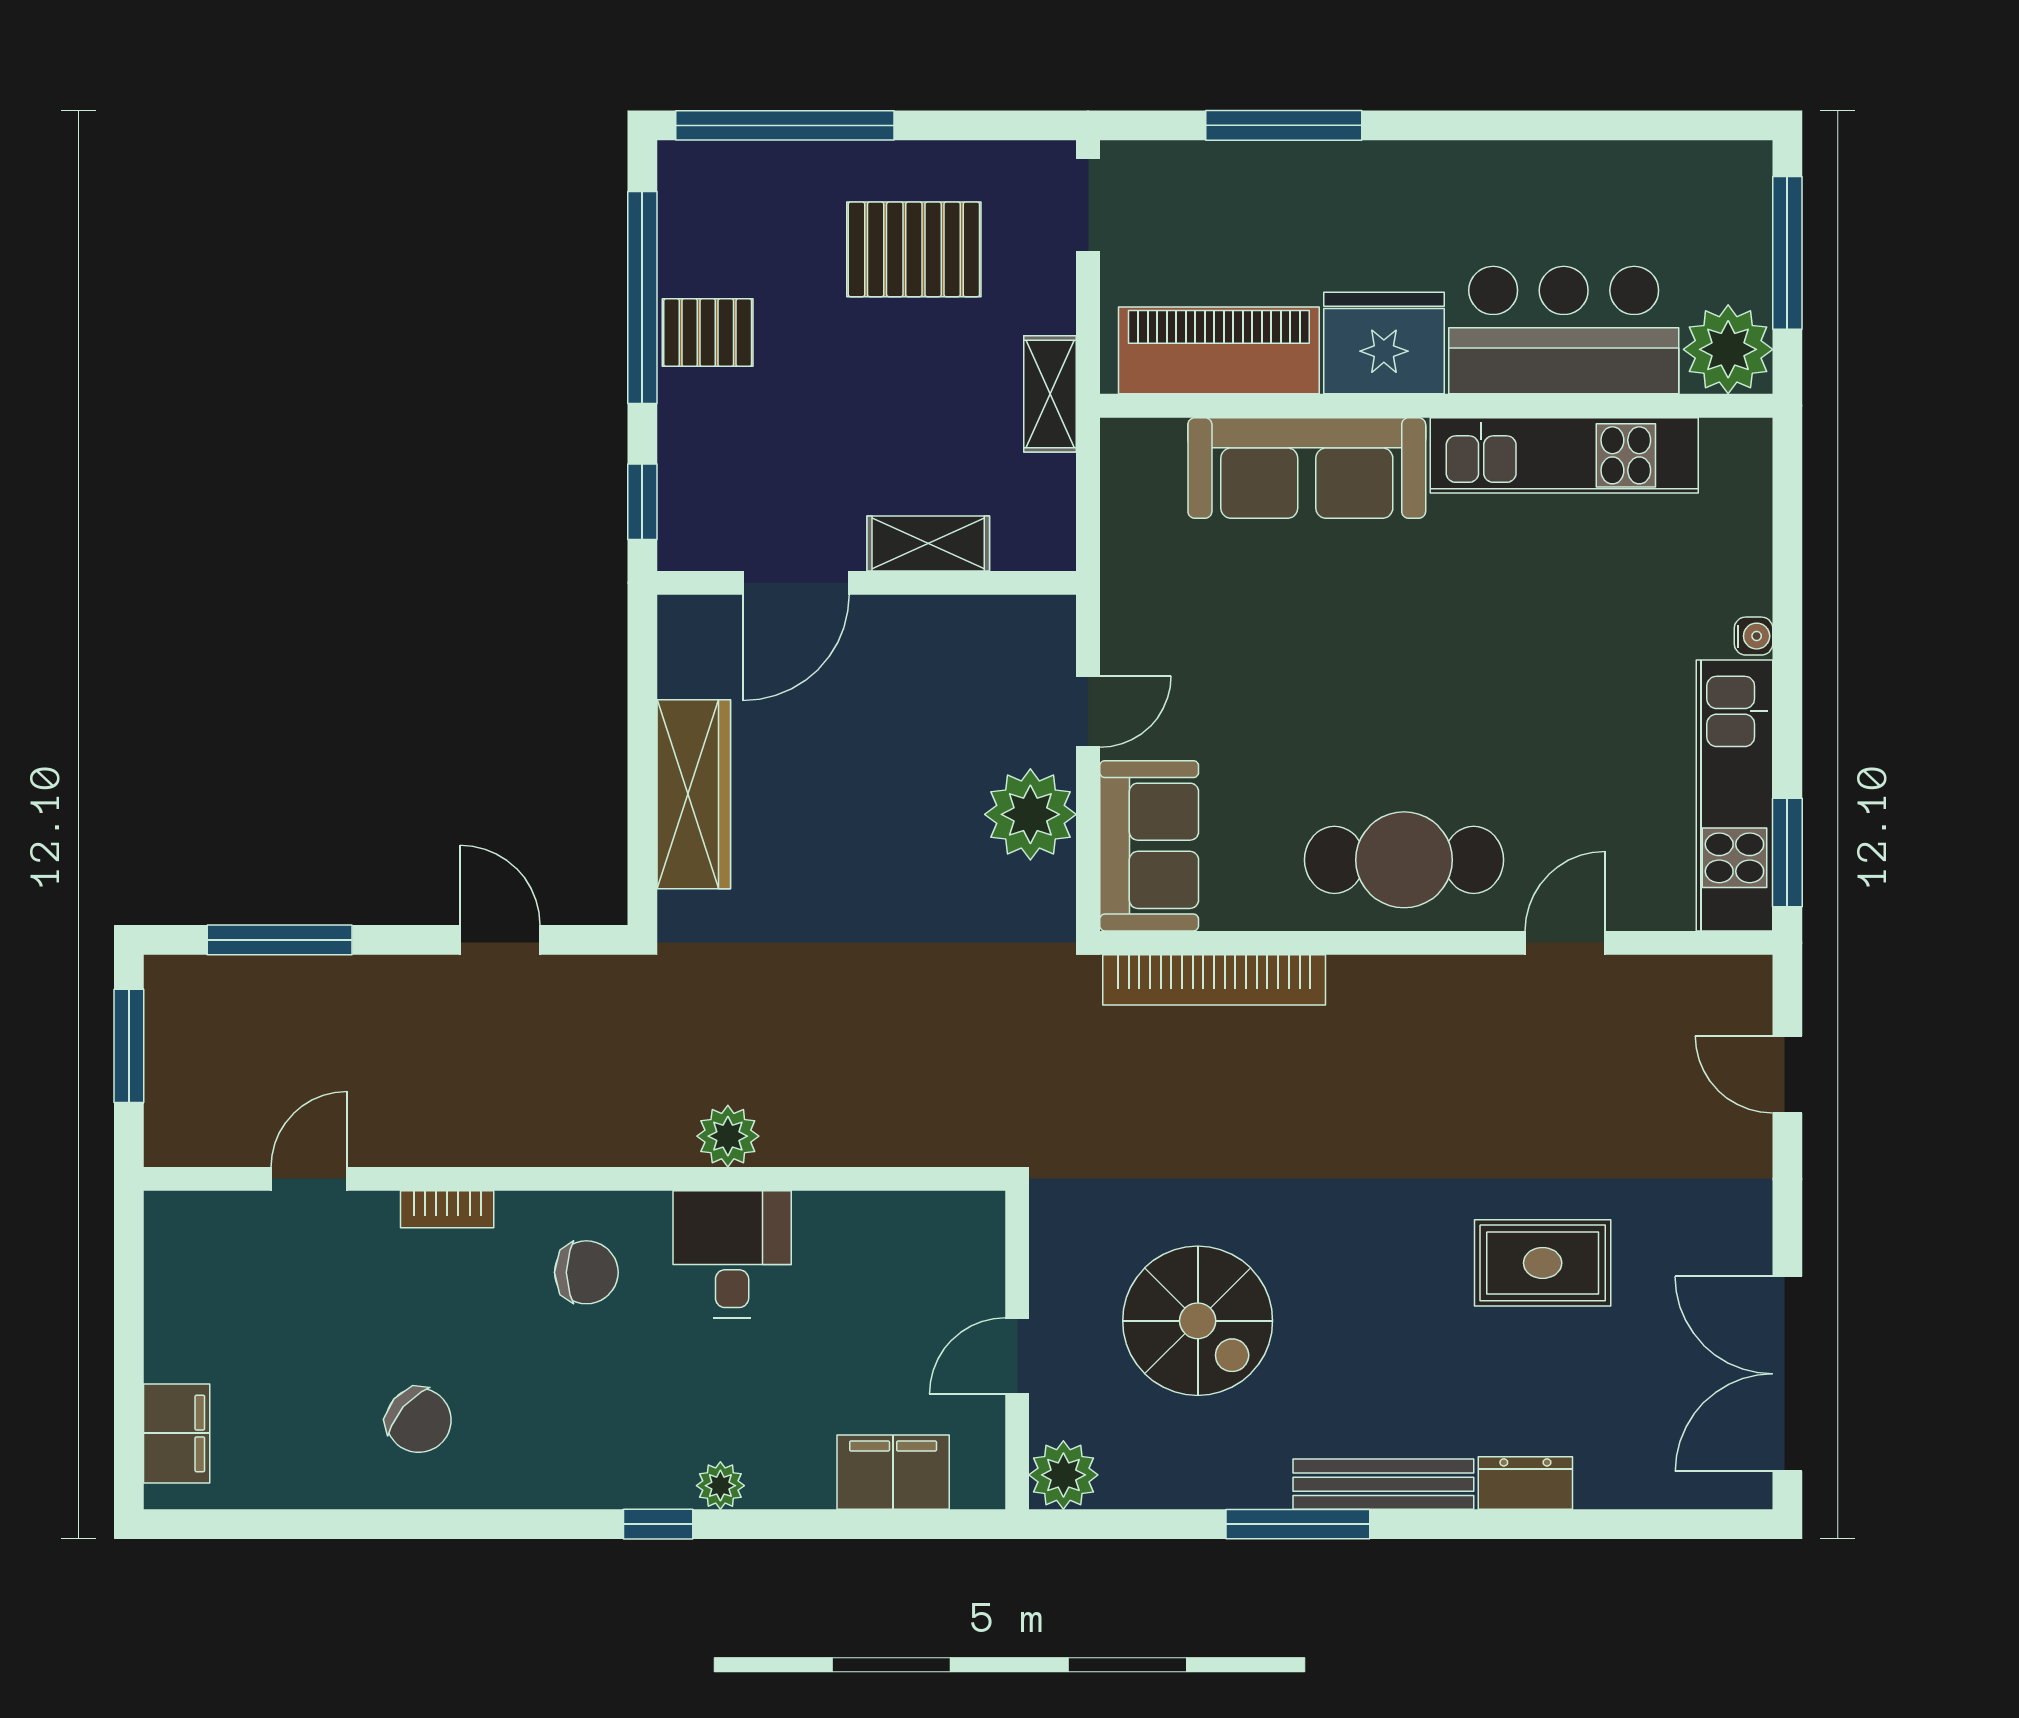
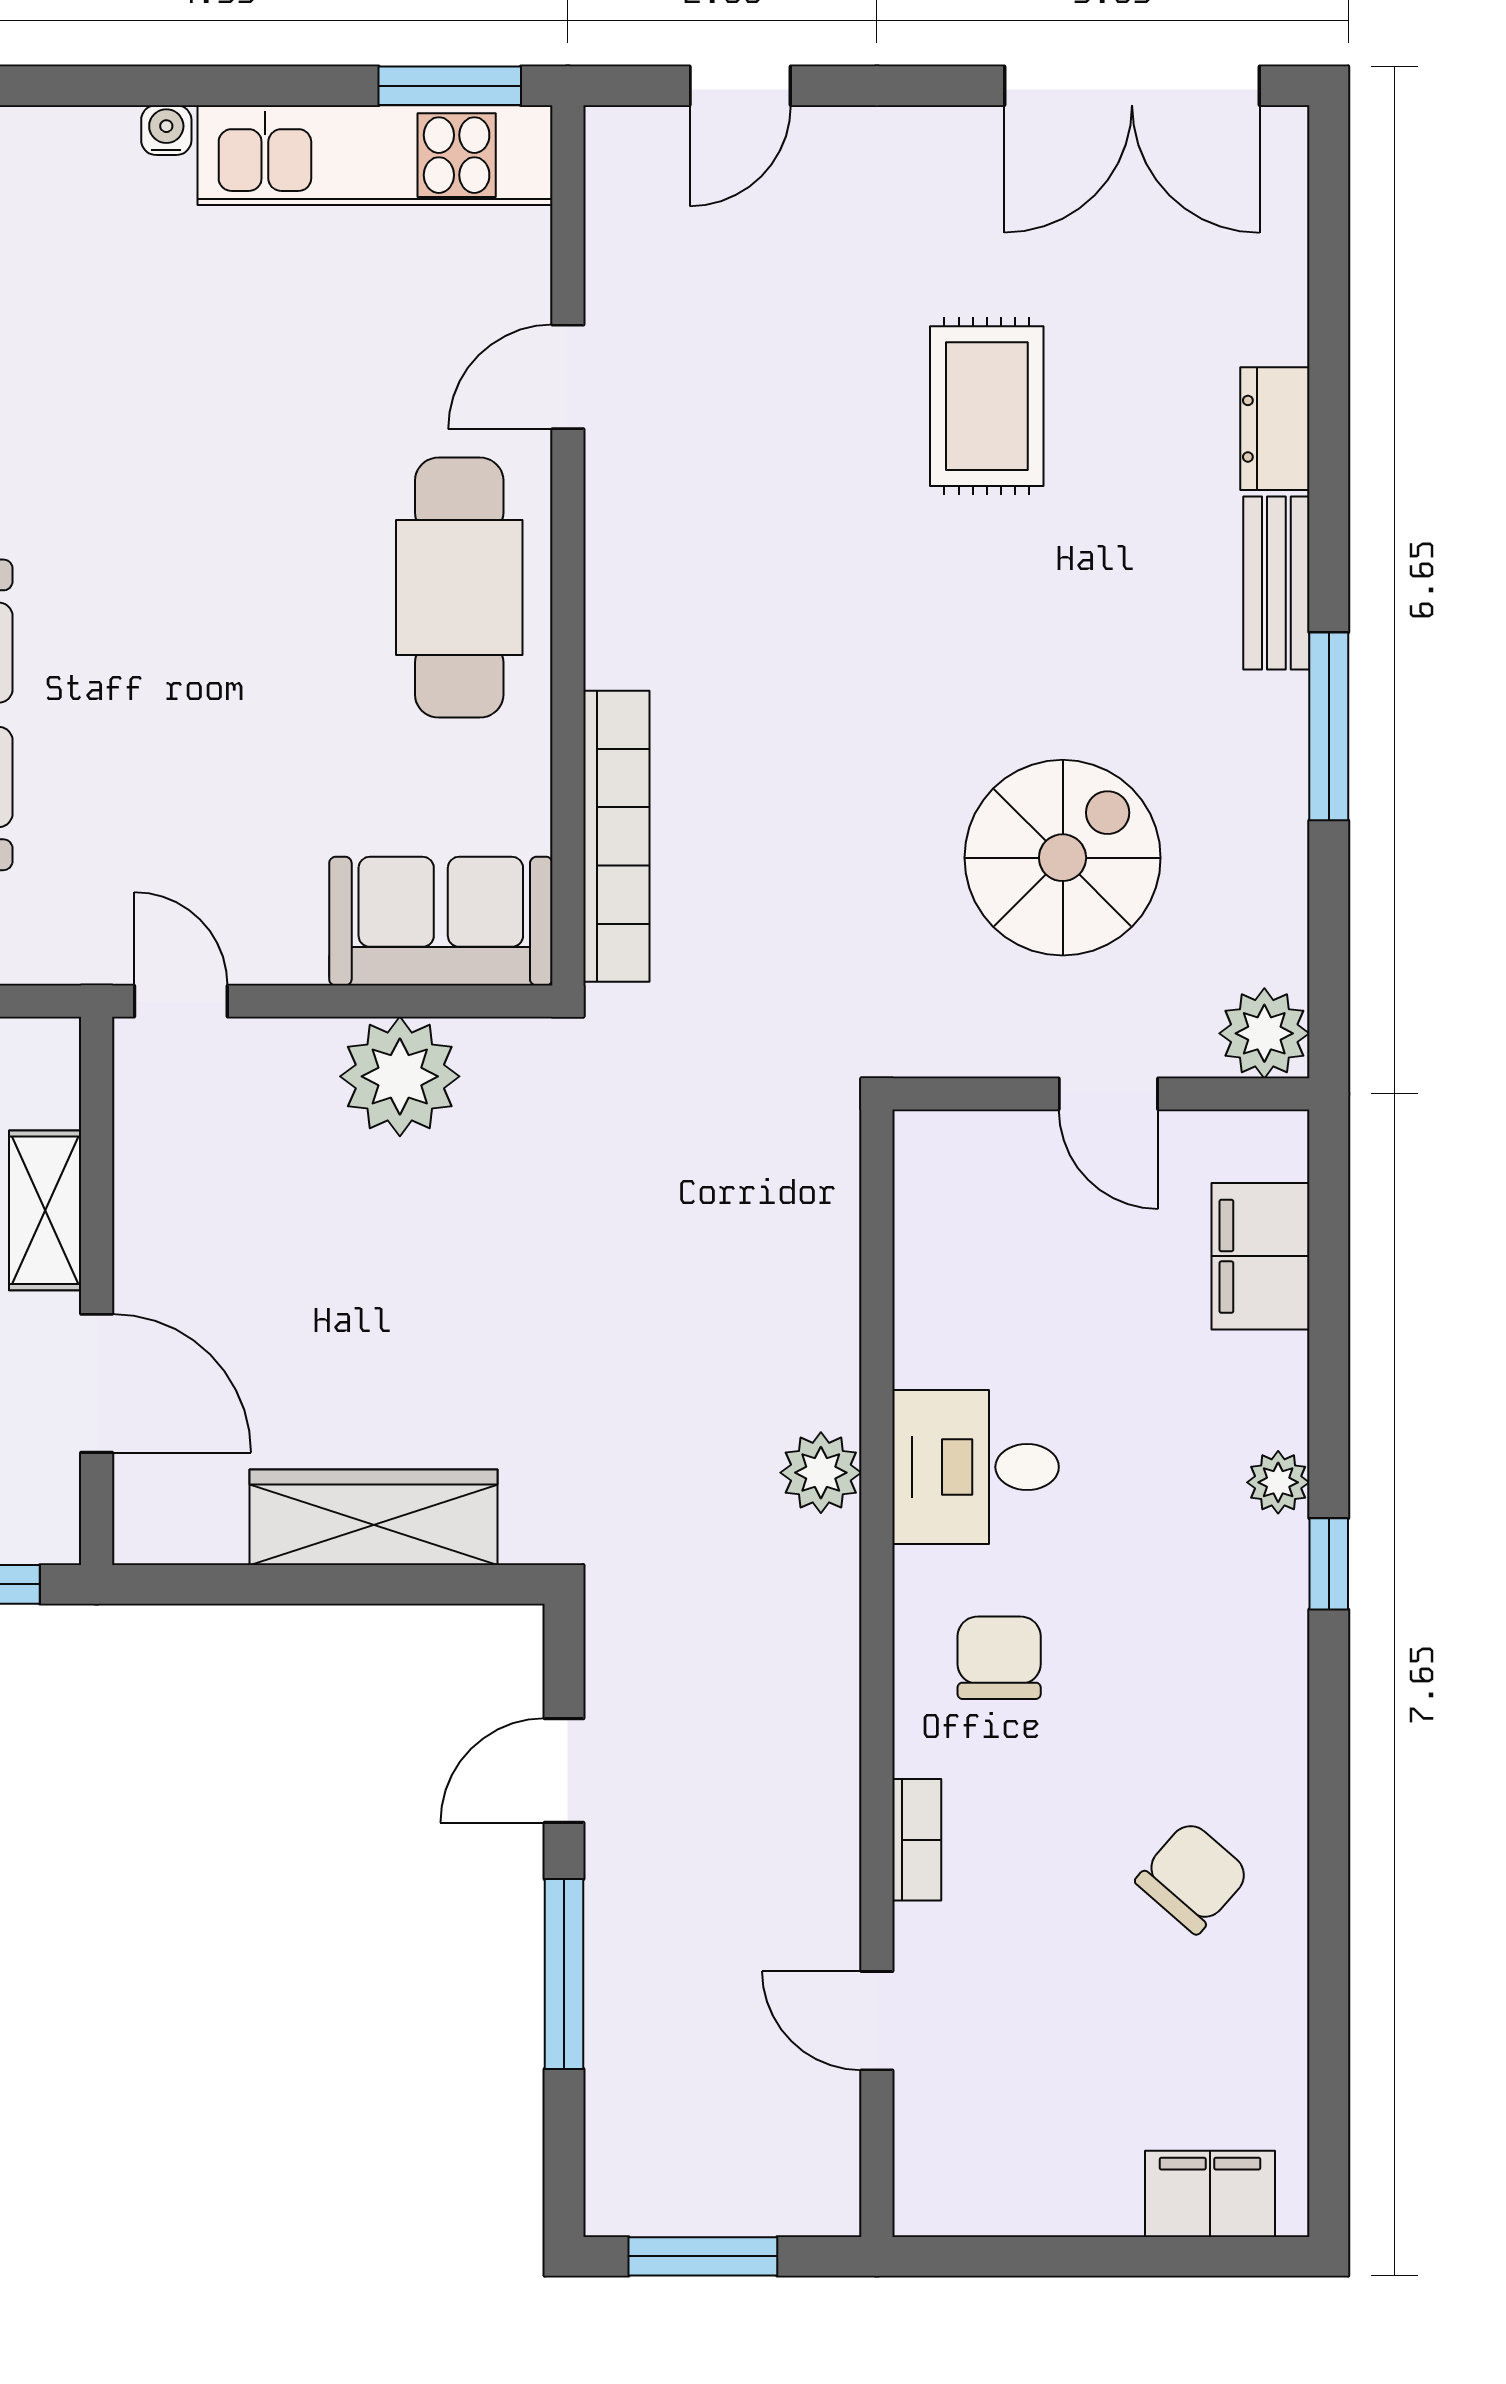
door: (1088, 712) -> (181, 1001), moved
window: (280, 940) -> (564, 1974), moved
door: (1565, 943) -> (568, 377), hinge flipped
bench: (1383, 1484) -> (1276, 583), width x0.73

